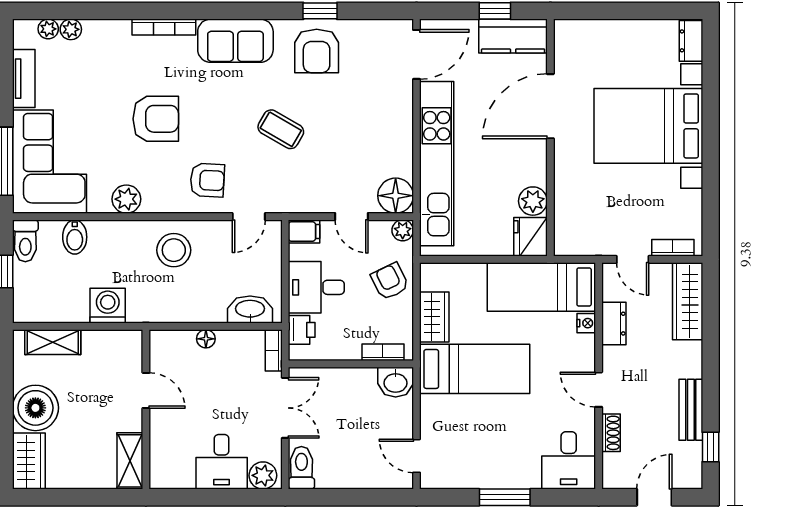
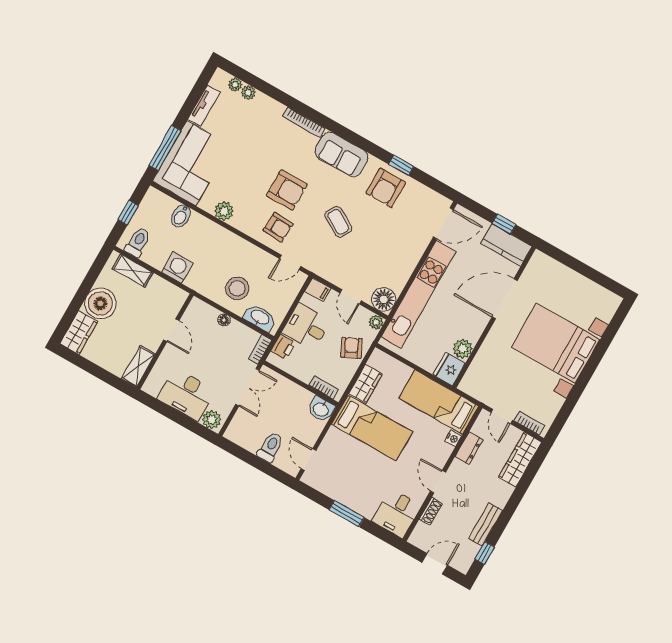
dresser: (691, 41) -> (609, 307), removed
armchair: (156, 119) -> (287, 190), moved
toilet: (25, 241) -> (138, 242), moved, turned 180
stool: (174, 250) -> (237, 288), moved
desk: (222, 462) -> (186, 394), width x1.37
toilet: (301, 468) -> (270, 447), moved

